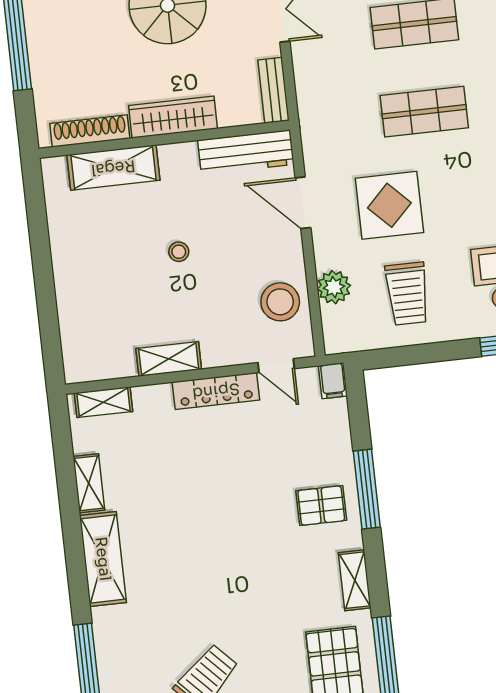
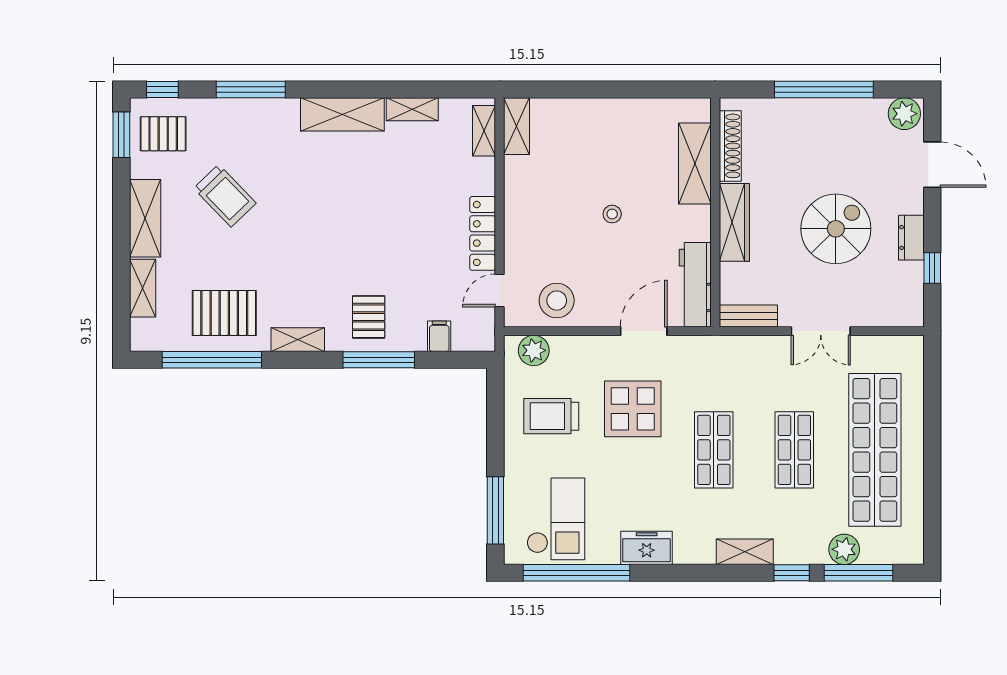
plant: (334, 287) -> (534, 350), moved
shelving: (169, 359) -> (516, 126), moved
filing cabinet: (333, 381) -> (439, 336), moved, turned 90

